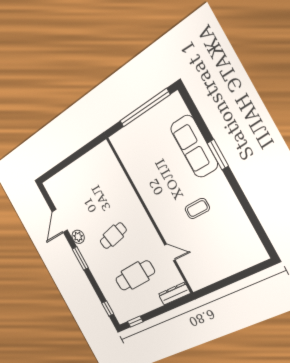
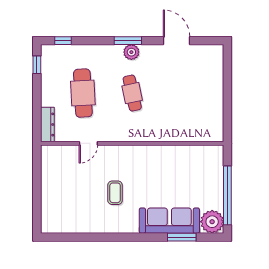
plant: (174, 107) -> (212, 222), added
window: (218, 155) -> (182, 237), moved
plant: (78, 237) -> (131, 52), moved

